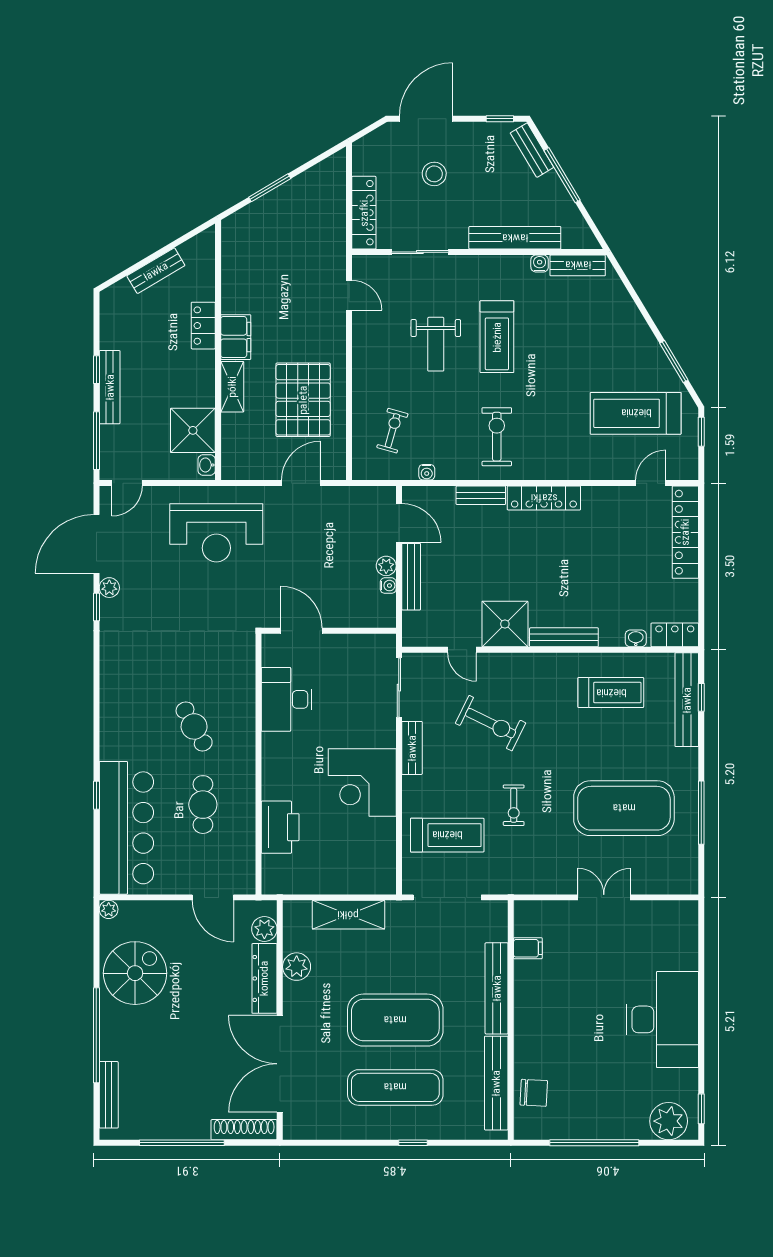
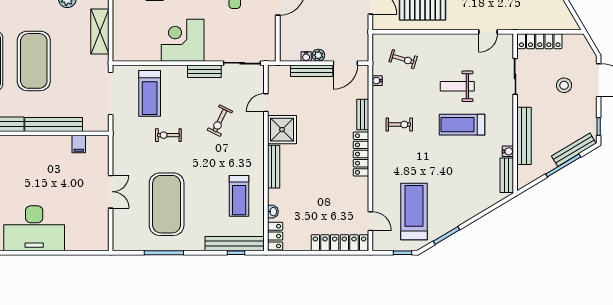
bench: (532, 150) -> (574, 150), width x1.36
exercise bike: (497, 437) -> (399, 125), width x0.73, depth x0.72
exercise bike: (491, 723) -> (220, 121), width x0.73, depth x0.72

